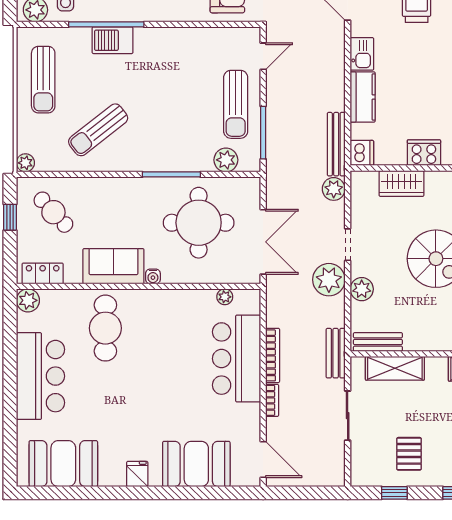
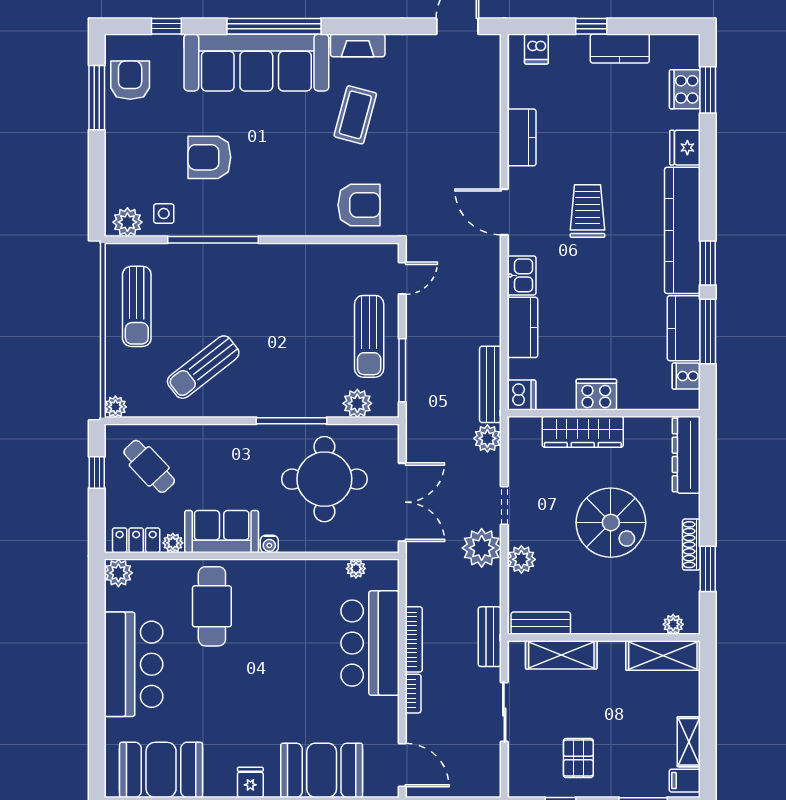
barbecue: (113, 40) -> (221, 259), removed
wardrobe: (401, 184) -> (583, 432), width x1.50
plant: (73, 276) -> (173, 543), added

